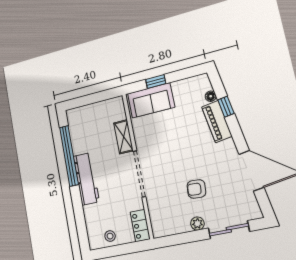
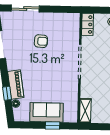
sofa: (151, 100) -> (46, 112), moved
shelving: (123, 137) -> (85, 111), moved
plant: (197, 224) -> (46, 17), removed

